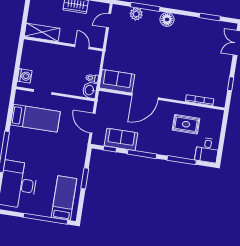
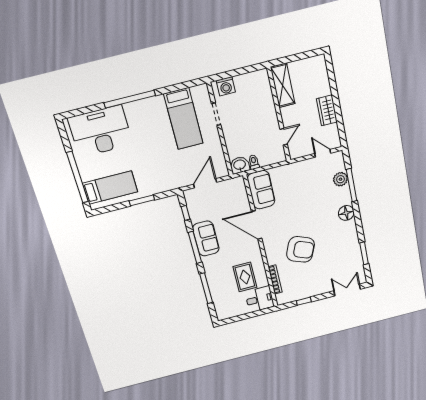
armchair: (182, 69) -> (301, 249), added
sofa: (121, 139) -> (206, 238), moved
desk: (207, 150) -> (260, 299), moved, turned 180

